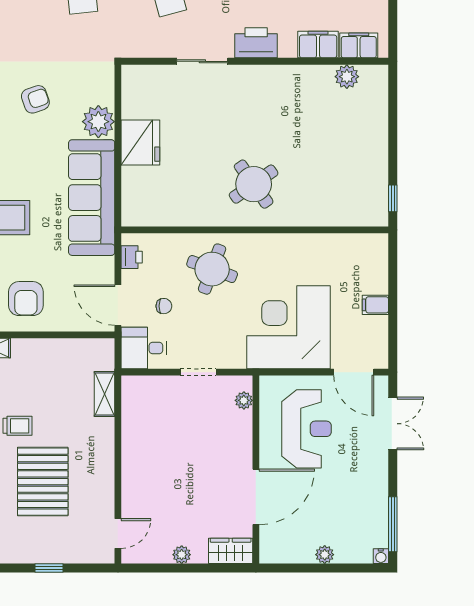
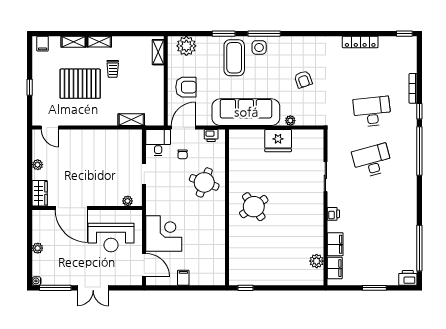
printer: (256, 43) -> (333, 214), width x0.53, depth x0.68
plant: (98, 122) -> (290, 121), width x0.53, depth x0.53
armchair: (26, 299) -> (186, 87), moved, turned 180
corner desk: (289, 327) -> (164, 234), width x0.74, depth x0.74
door: (354, 372) -> (144, 265), swing flipped
double door: (393, 424) -> (93, 288), moved

